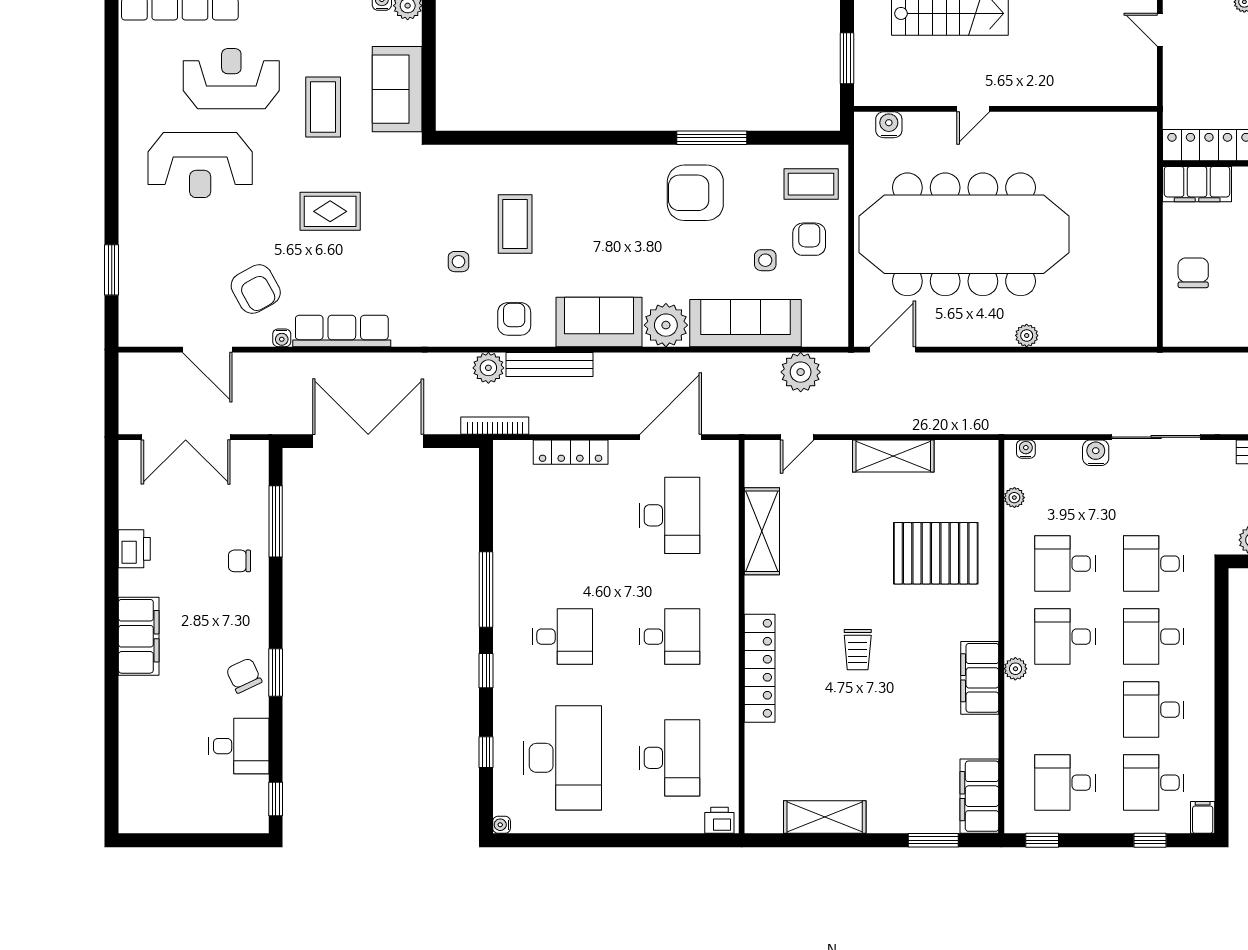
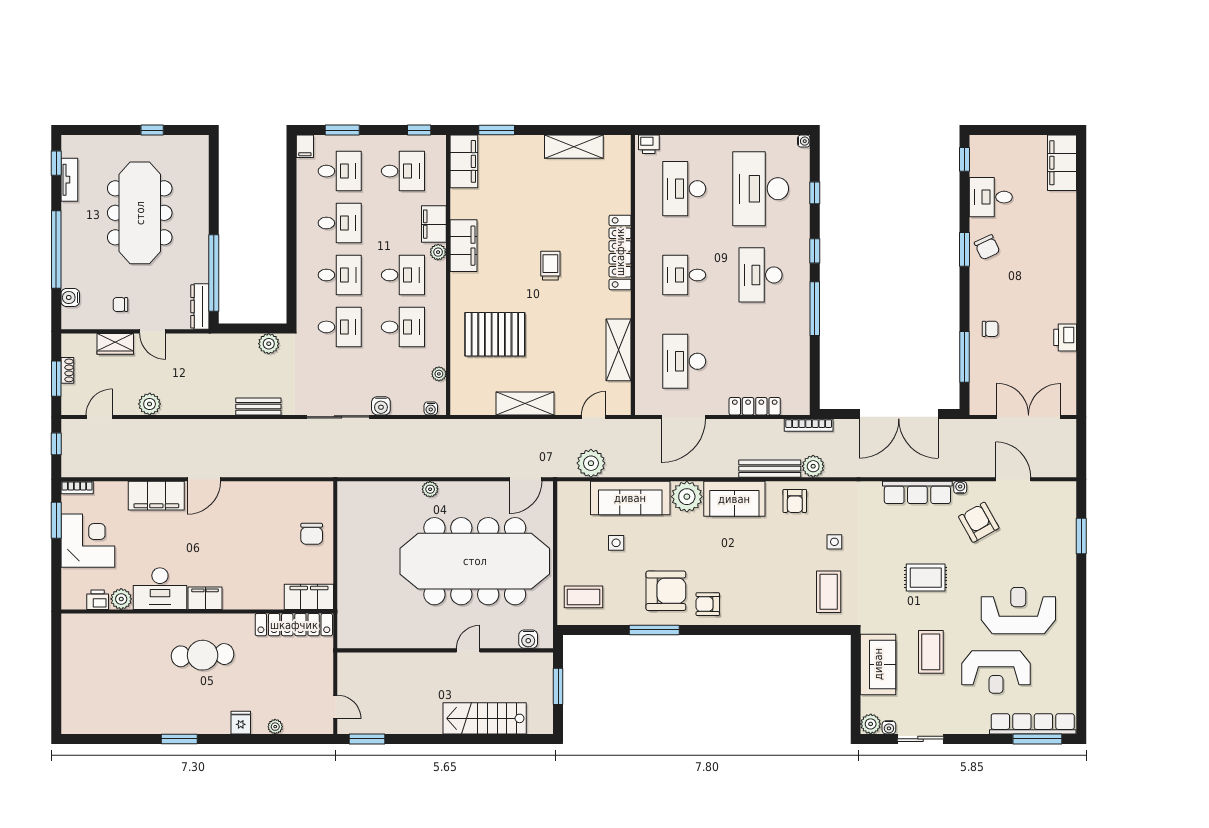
coffee table: (515, 224) -> (829, 592), moved
armchair: (809, 239) -> (708, 604), moved, turned 90
filing cabinet: (139, 636) -> (1062, 163), moved
desk: (562, 637) -> (761, 275), width x1.37
filing cabinet: (1021, 708) -> (434, 224), added
window: (1150, 840) -> (342, 130), width x1.50

